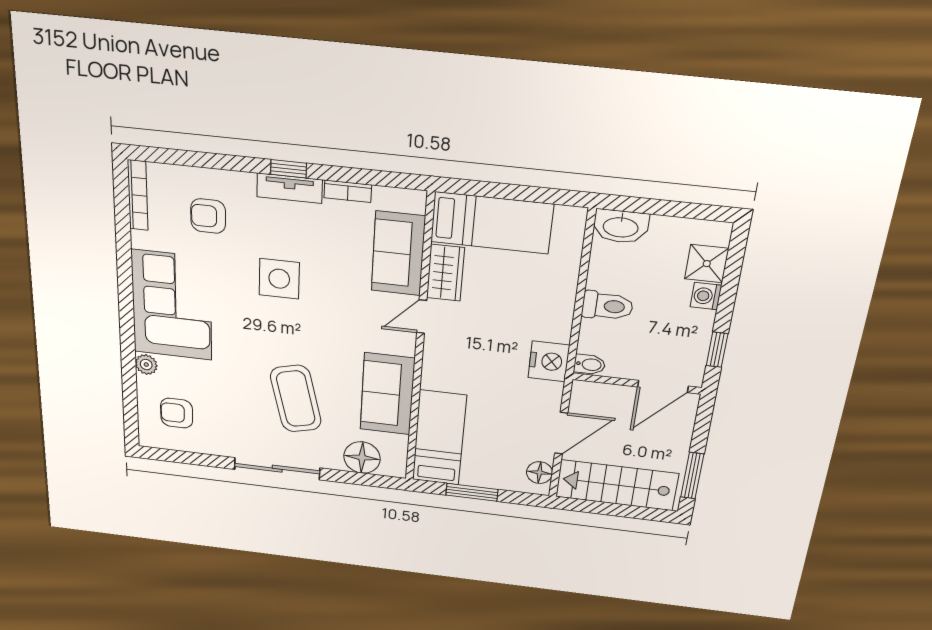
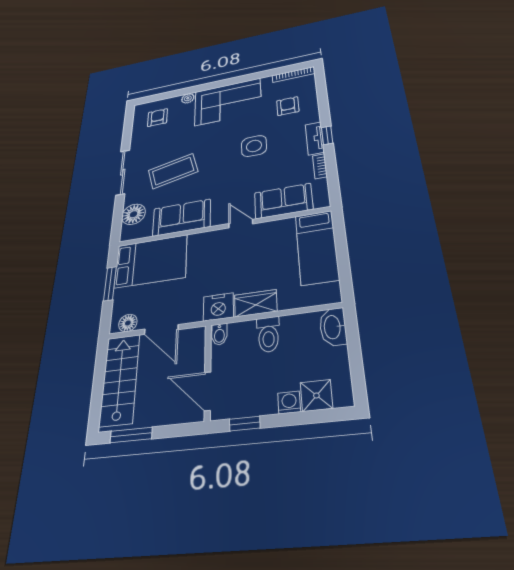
wardrobe: (445, 273) -> (256, 303), moved, turned 180
bed: (439, 438) -> (151, 261), width x1.50

